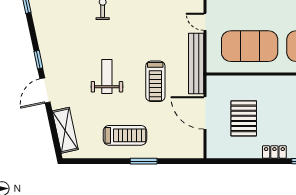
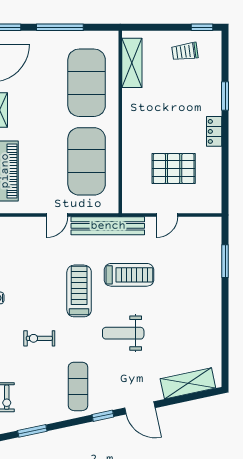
exercise mat: (63, 39) -> (78, 386), added
door: (205, 113) -> (167, 215), width x0.53
treadmill: (125, 135) -> (79, 291), moved
window: (144, 161) -> (225, 261), moved

